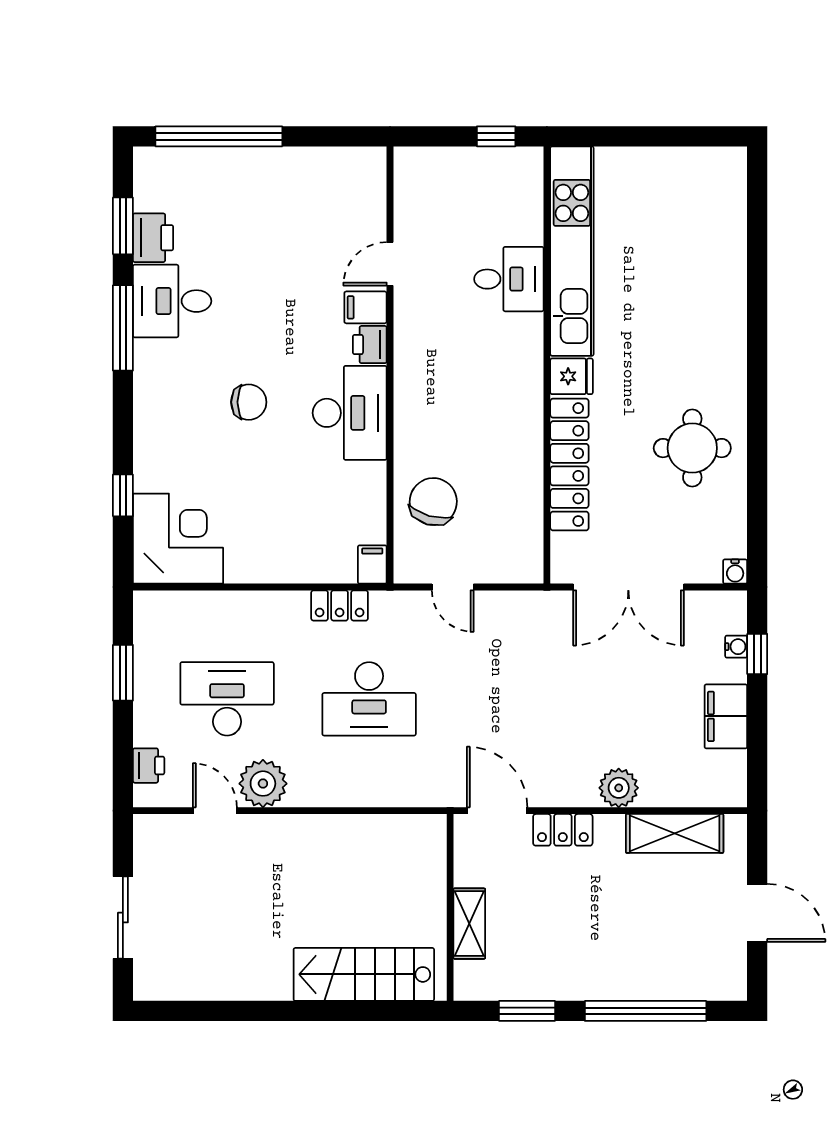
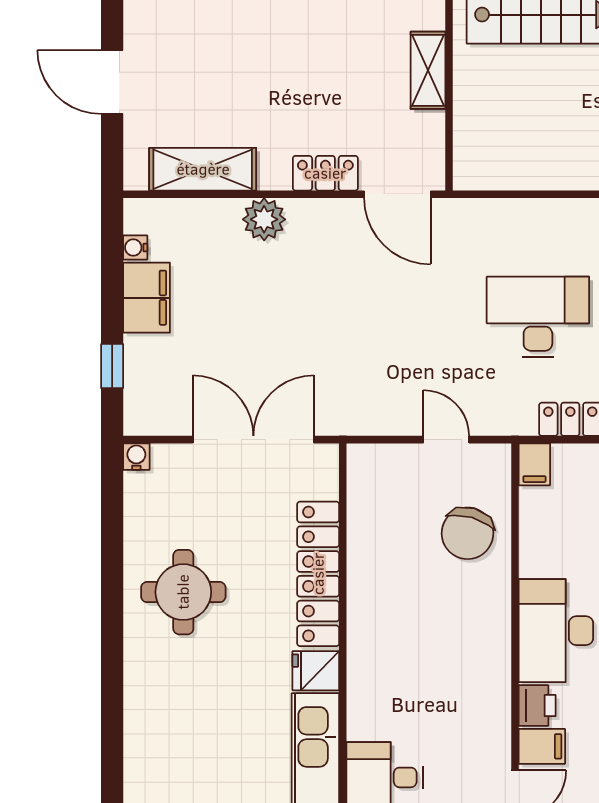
water cooler: (736, 647) -> (135, 248), moved

